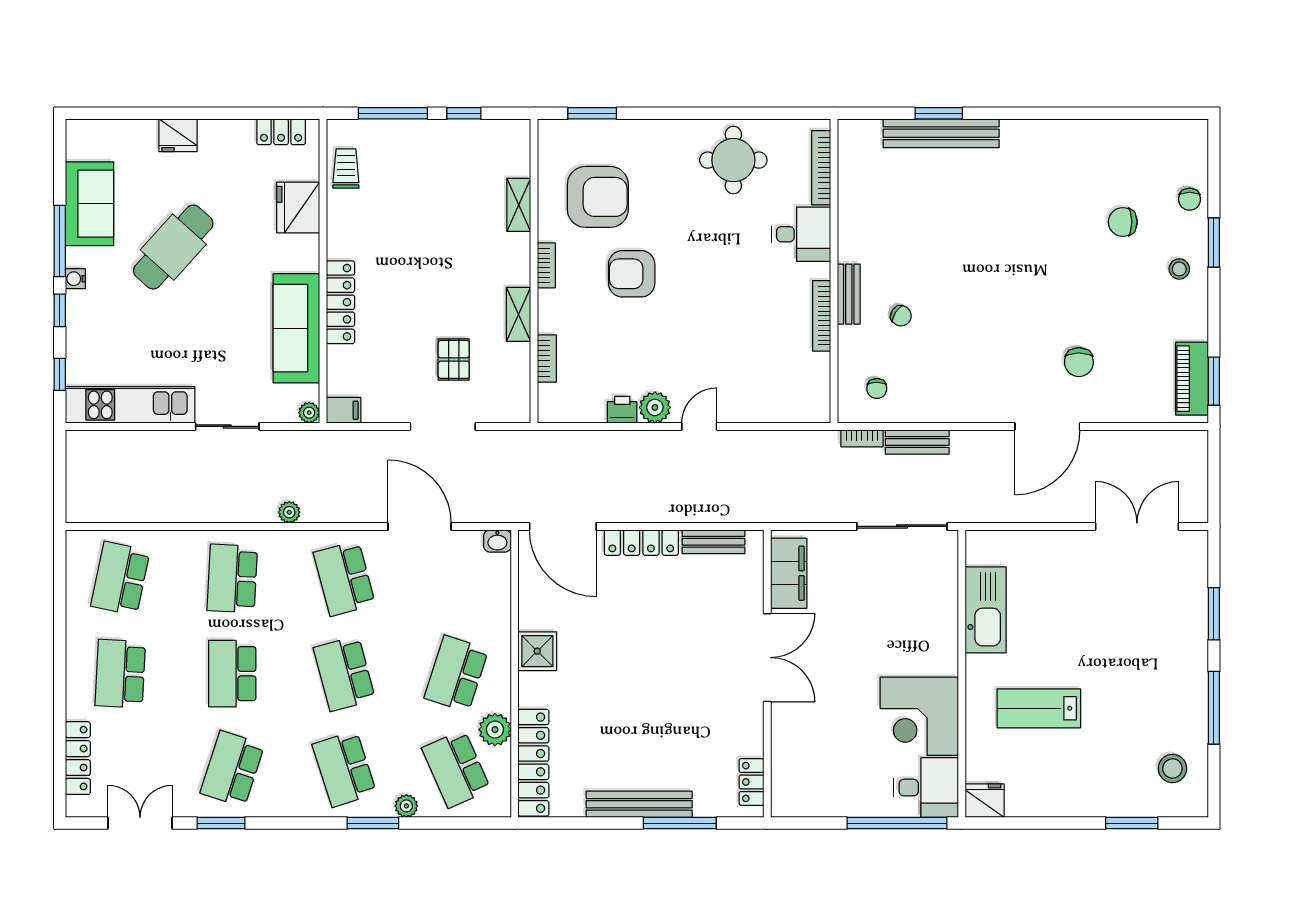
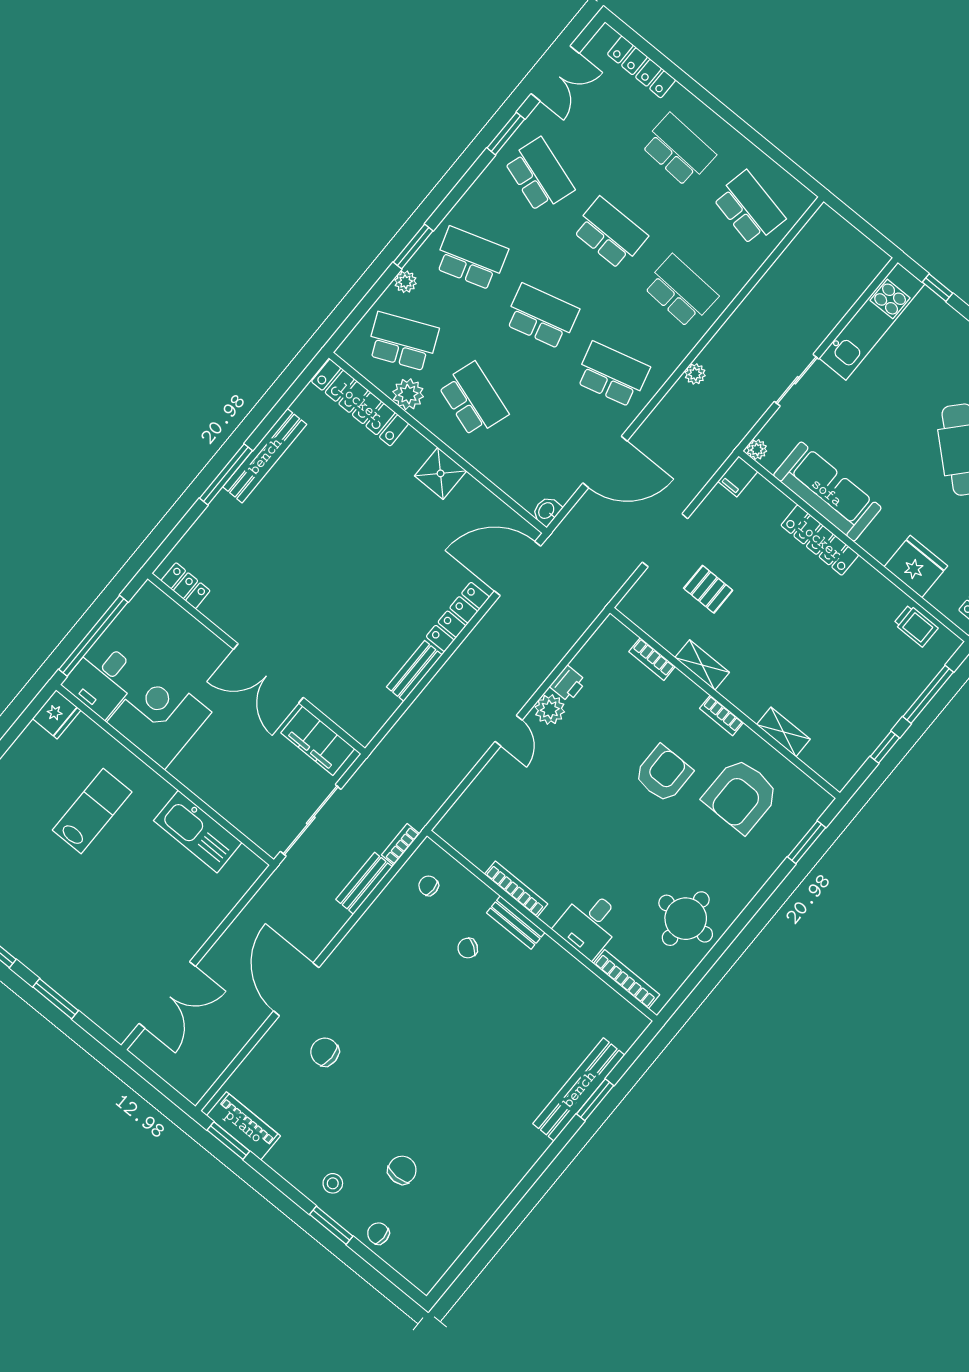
filing cabinet: (789, 573) -> (318, 741), moved
double door: (767, 658) -> (268, 673), moved
wall: (767, 674) -> (256, 664), moved
locker: (752, 782) -> (186, 586), moved

